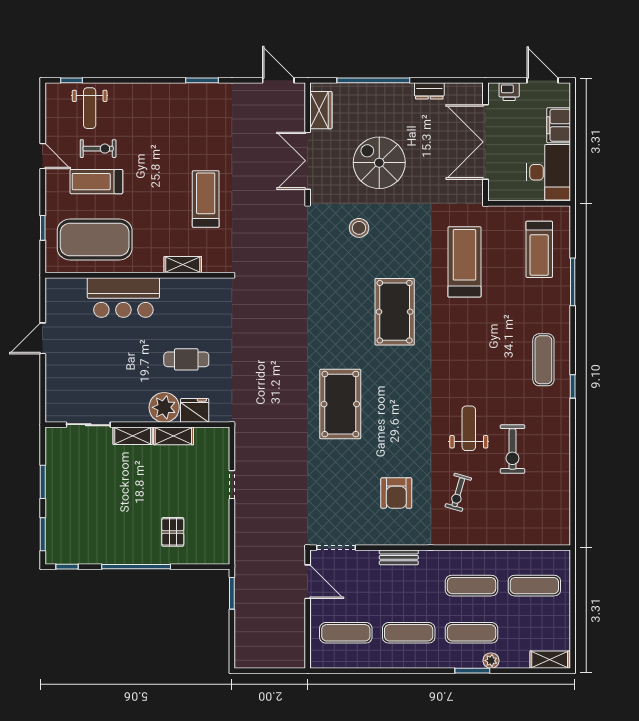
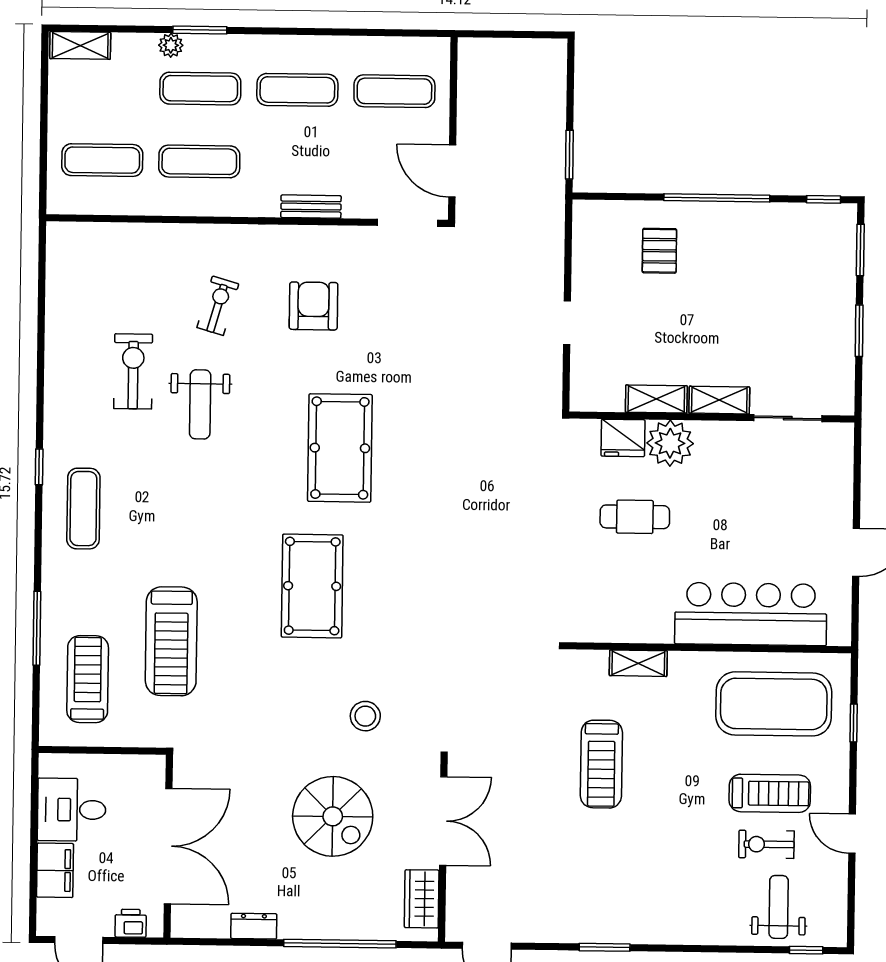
desk: (548, 172) -> (72, 810), width x0.73
treadmill: (464, 262) -> (171, 641), moved
bar counter: (123, 297) -> (751, 614), width x1.36
pool table: (340, 404) -> (340, 448), moved

